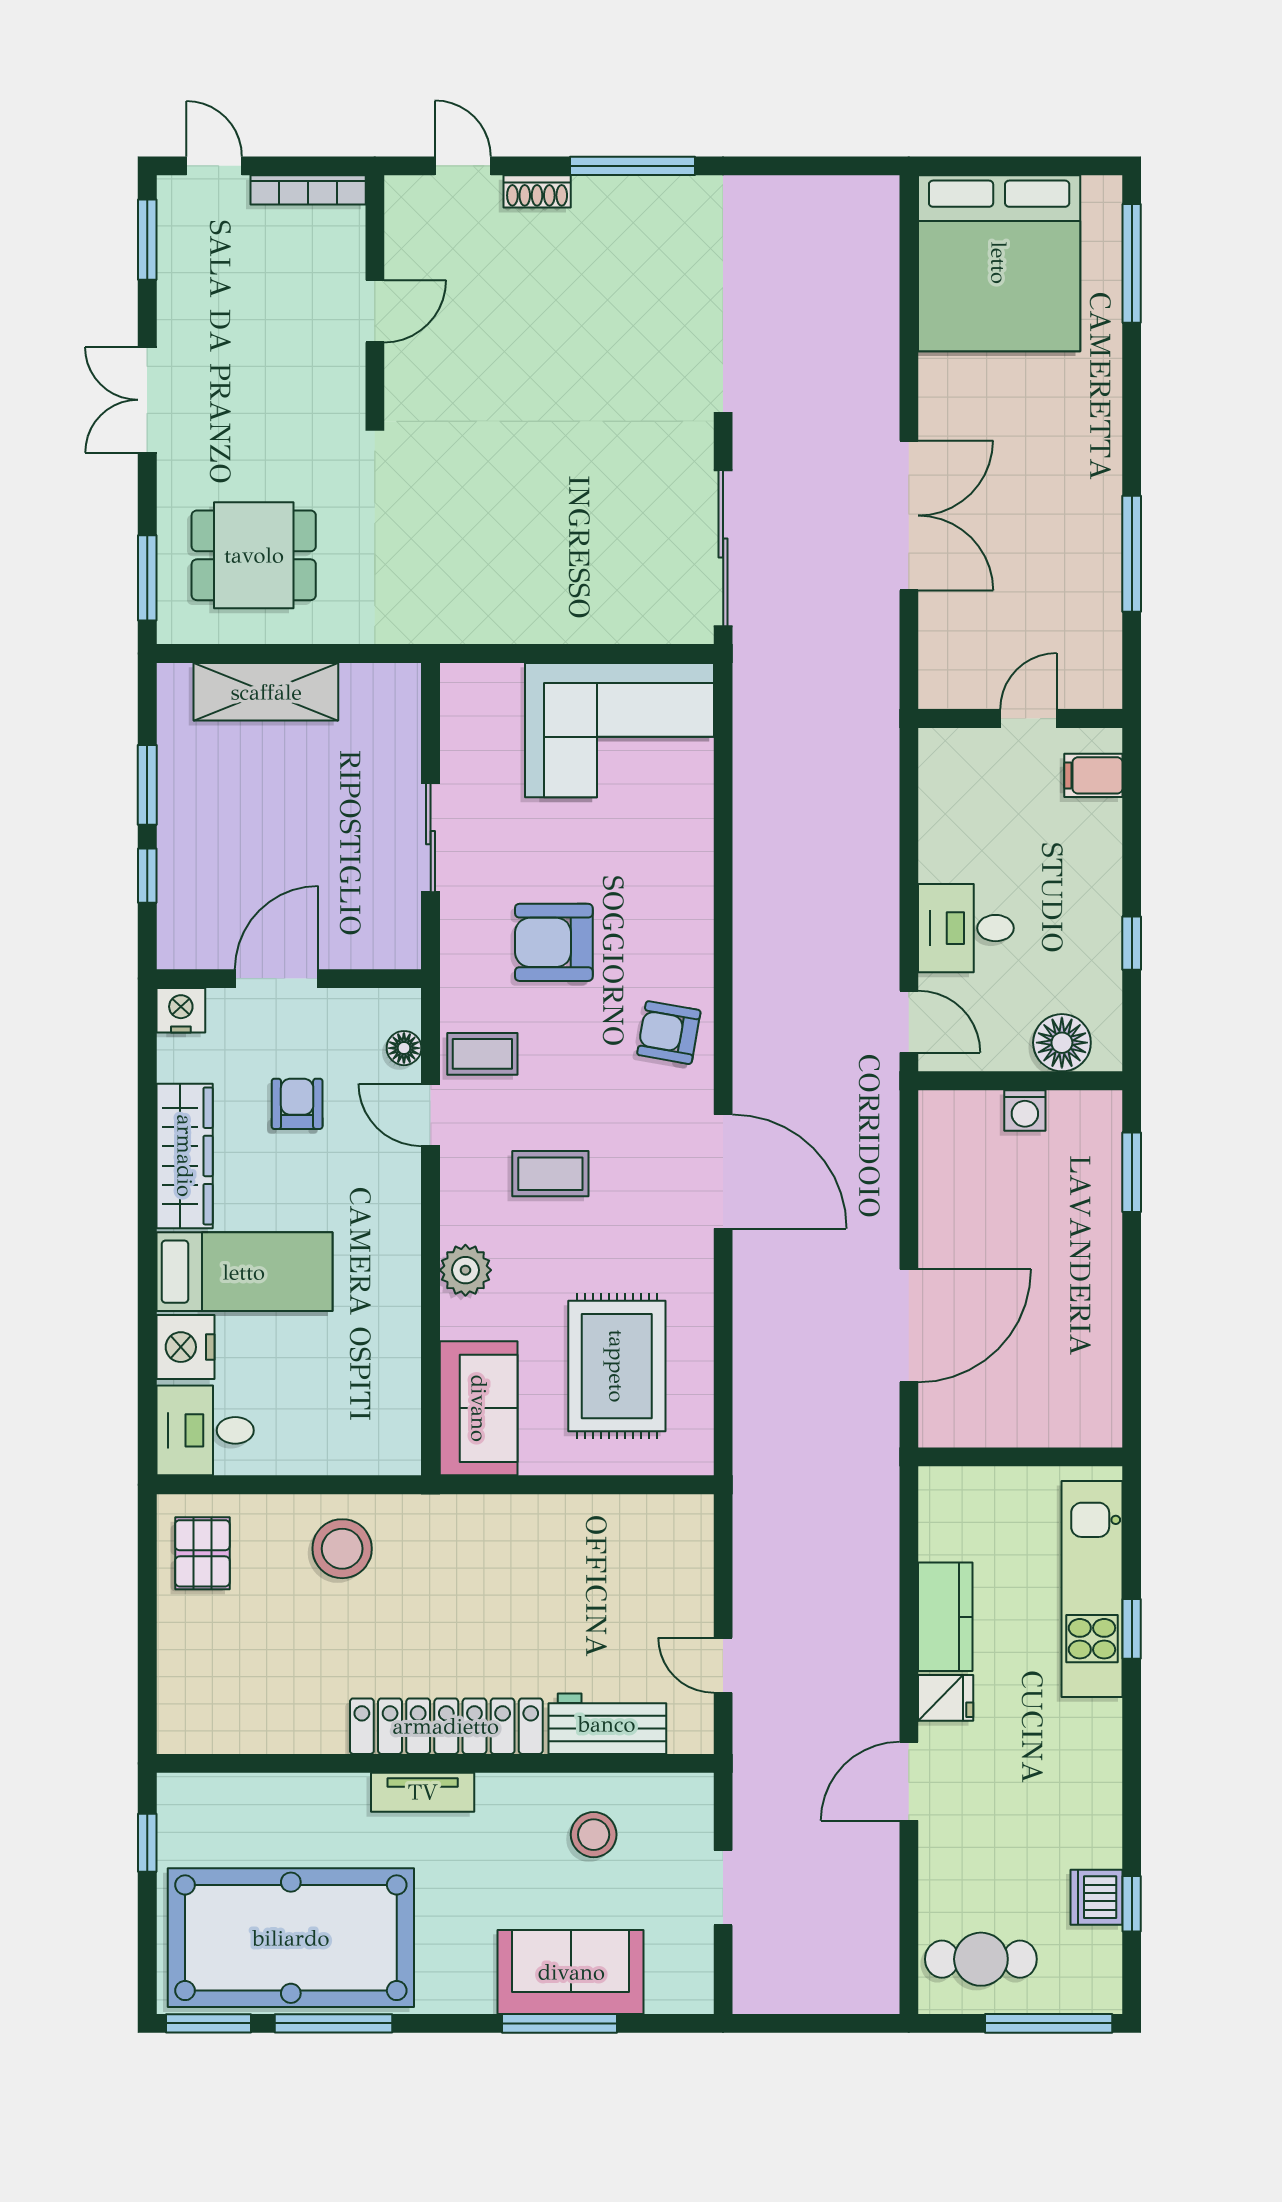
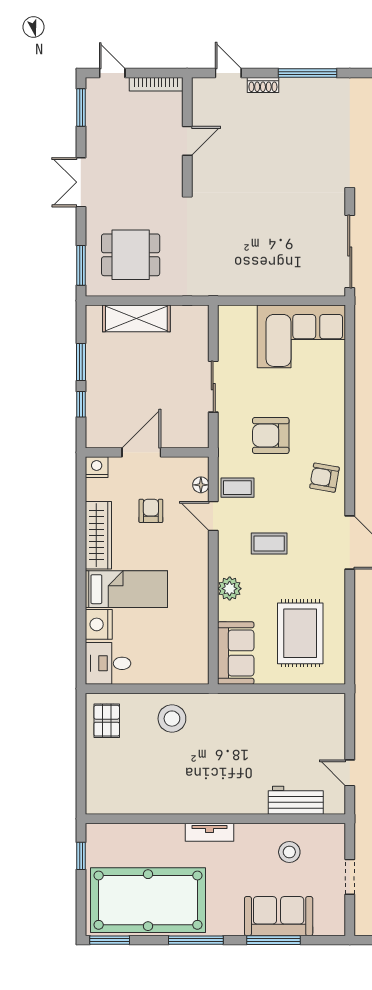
locker: (446, 1726) -> (221, 801), removed
window: (333, 2023) -> (196, 940), moved

